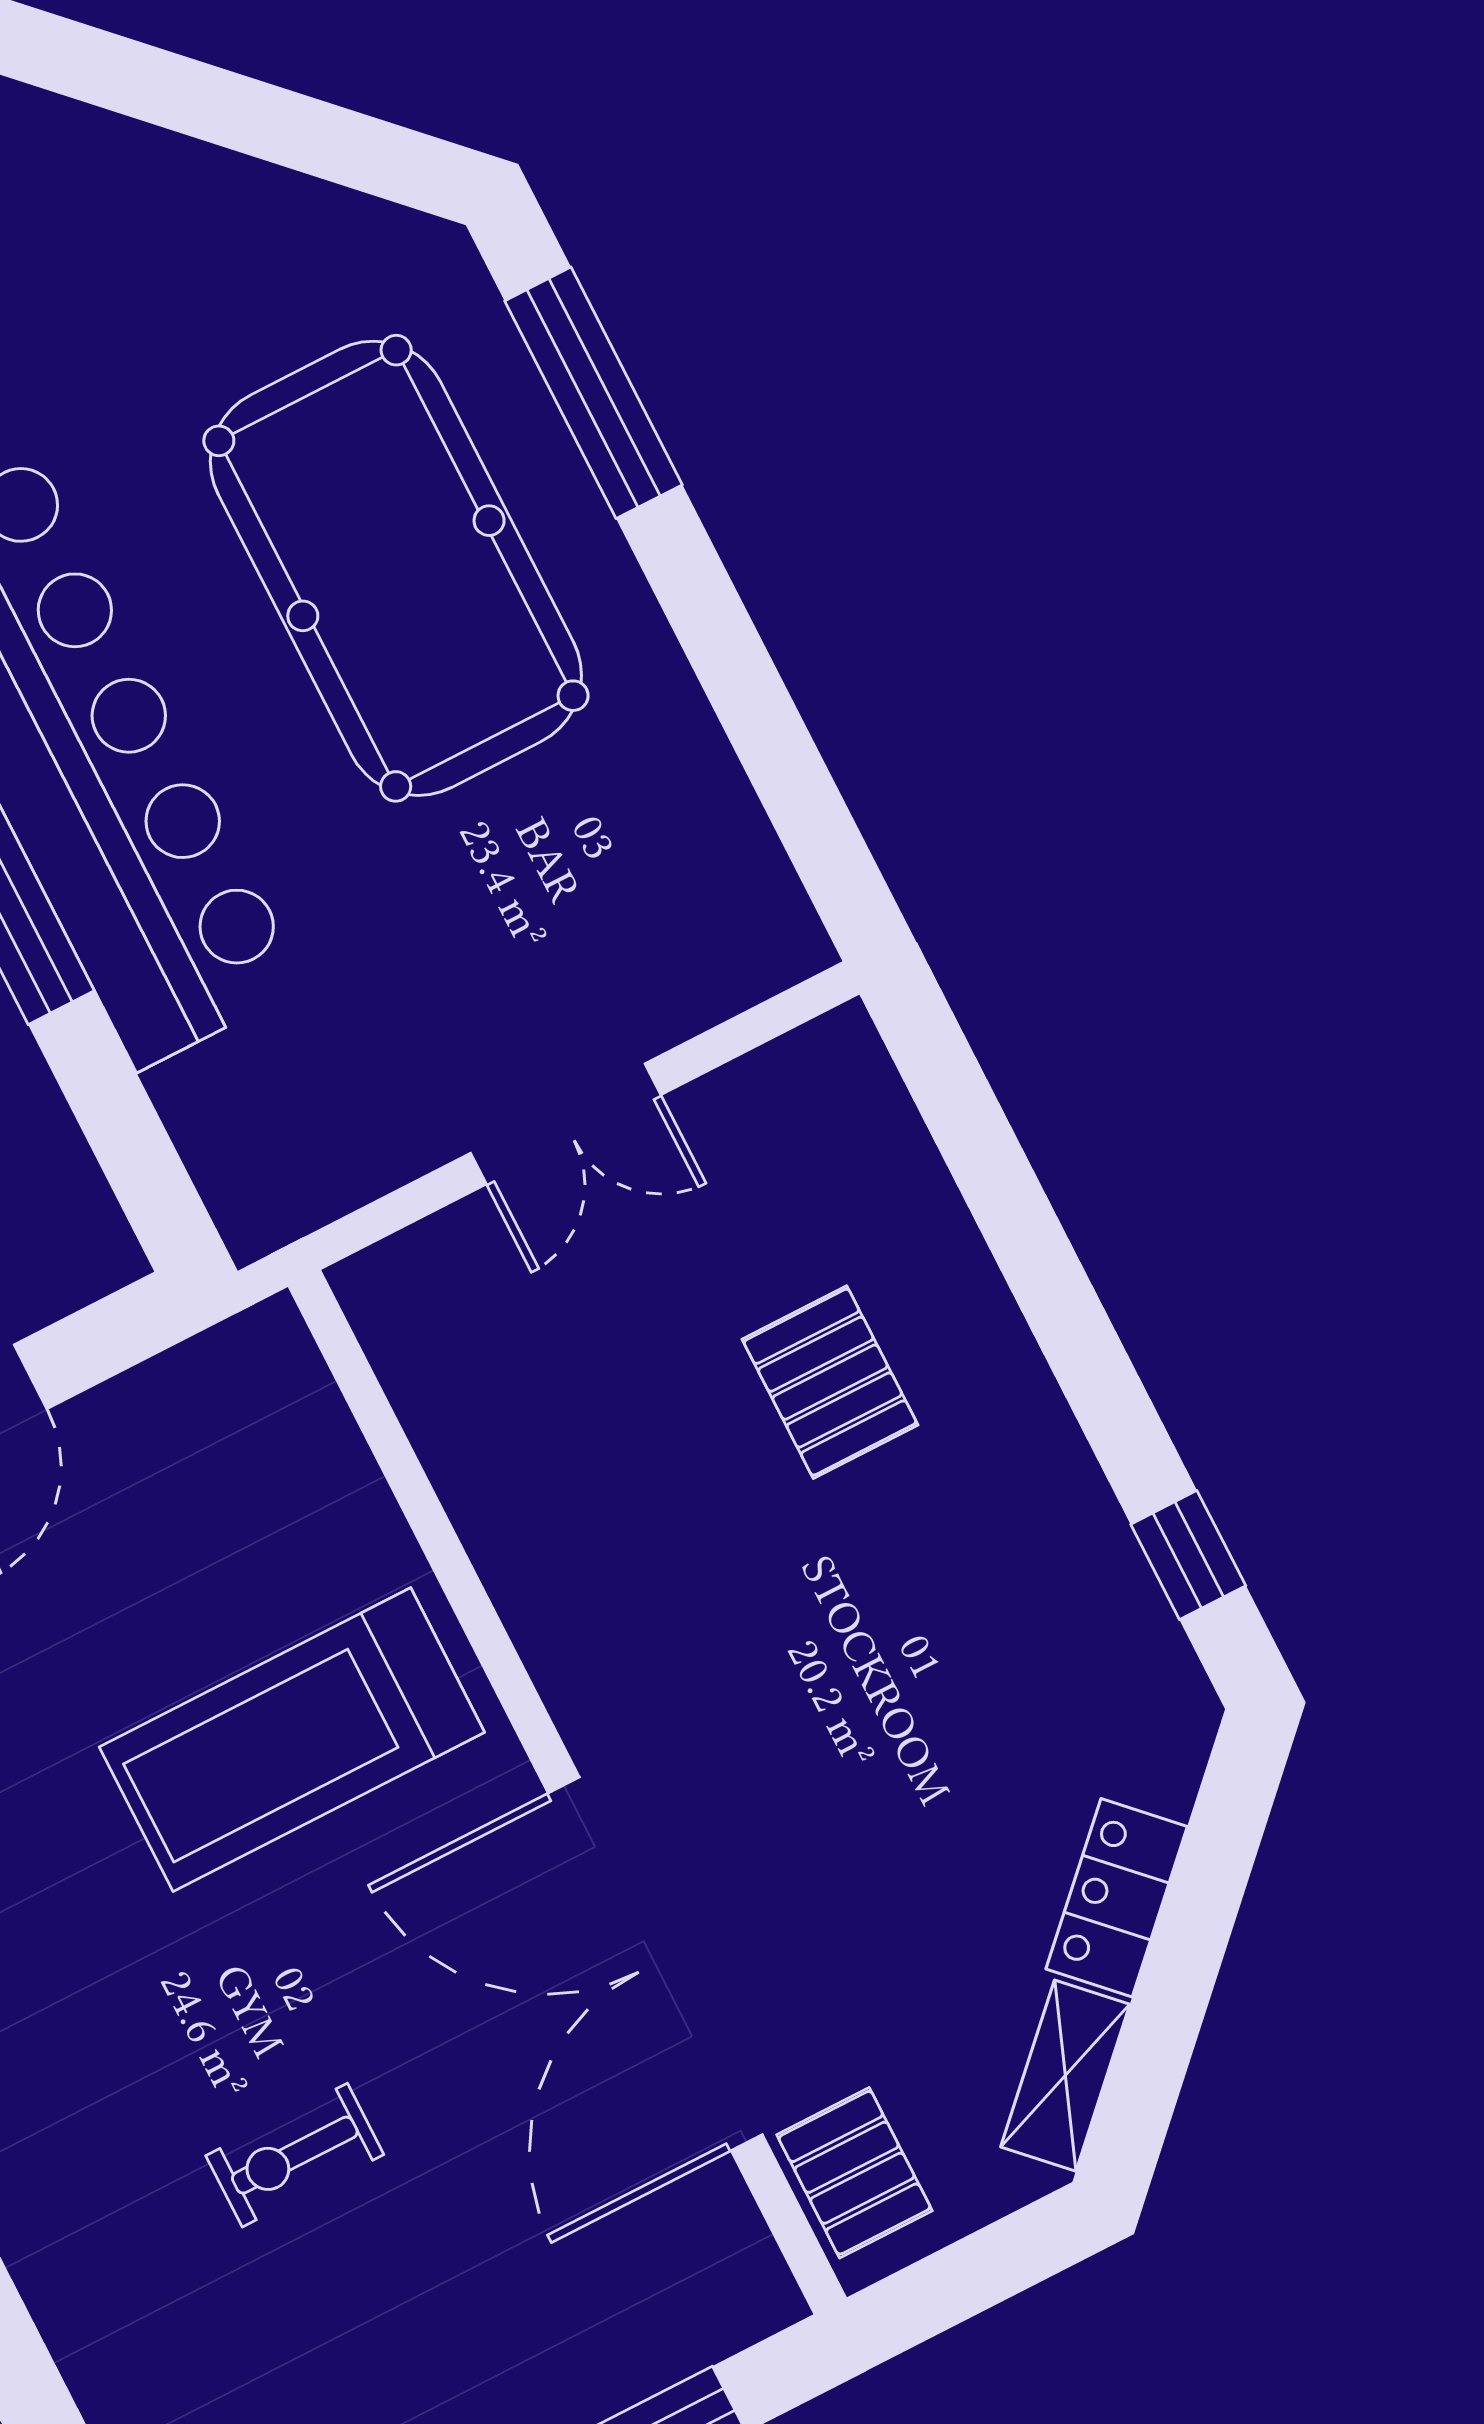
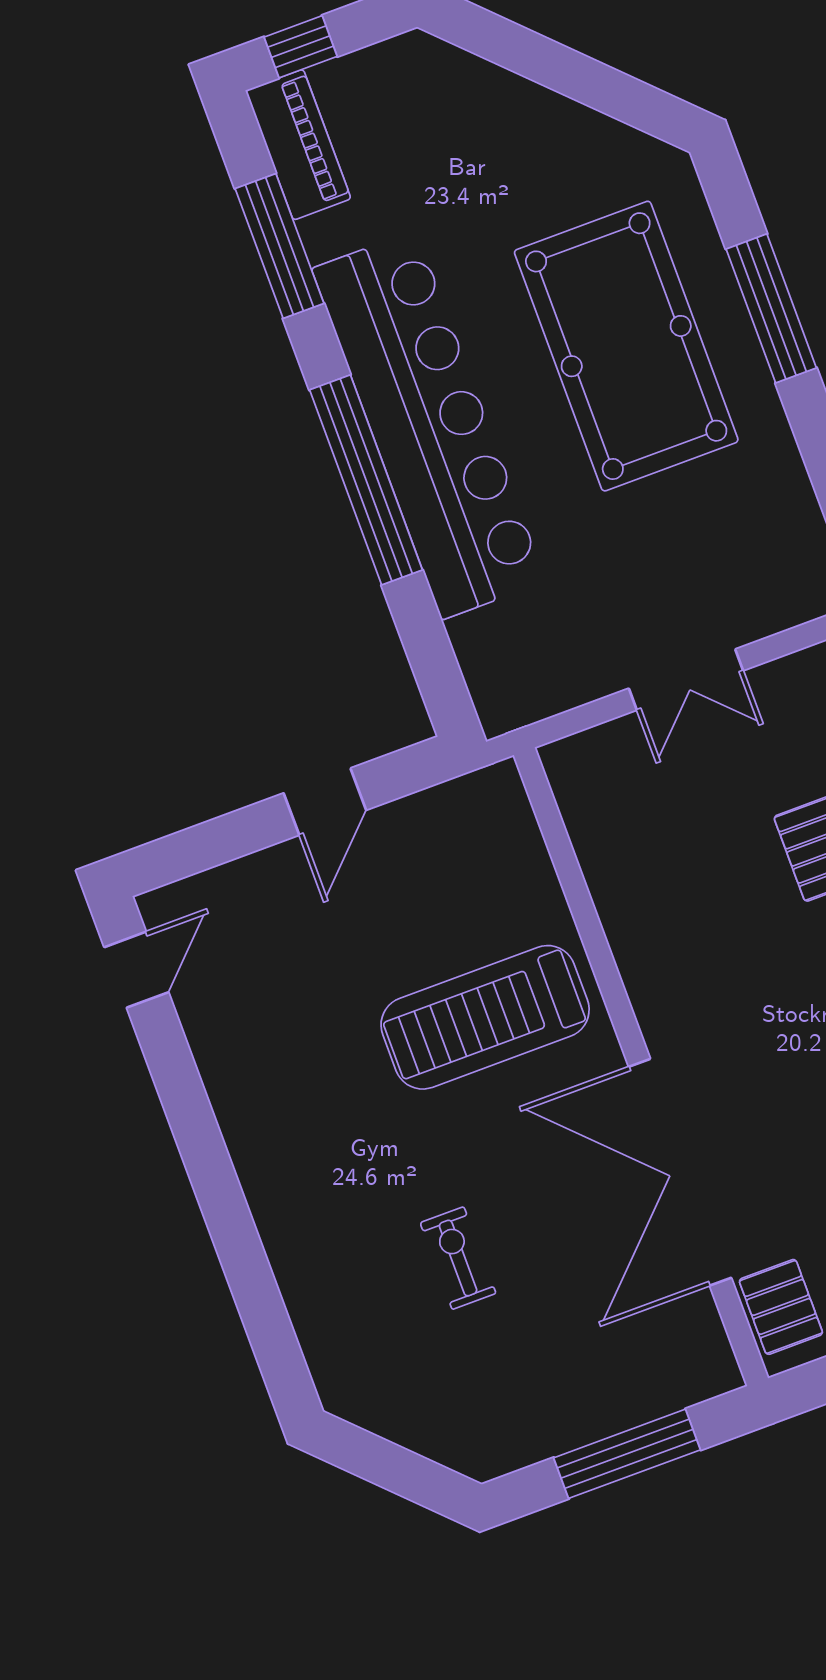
window: (594, 393) -> (771, 308), moved
exercise bike: (295, 2155) -> (458, 1258), turned 90

